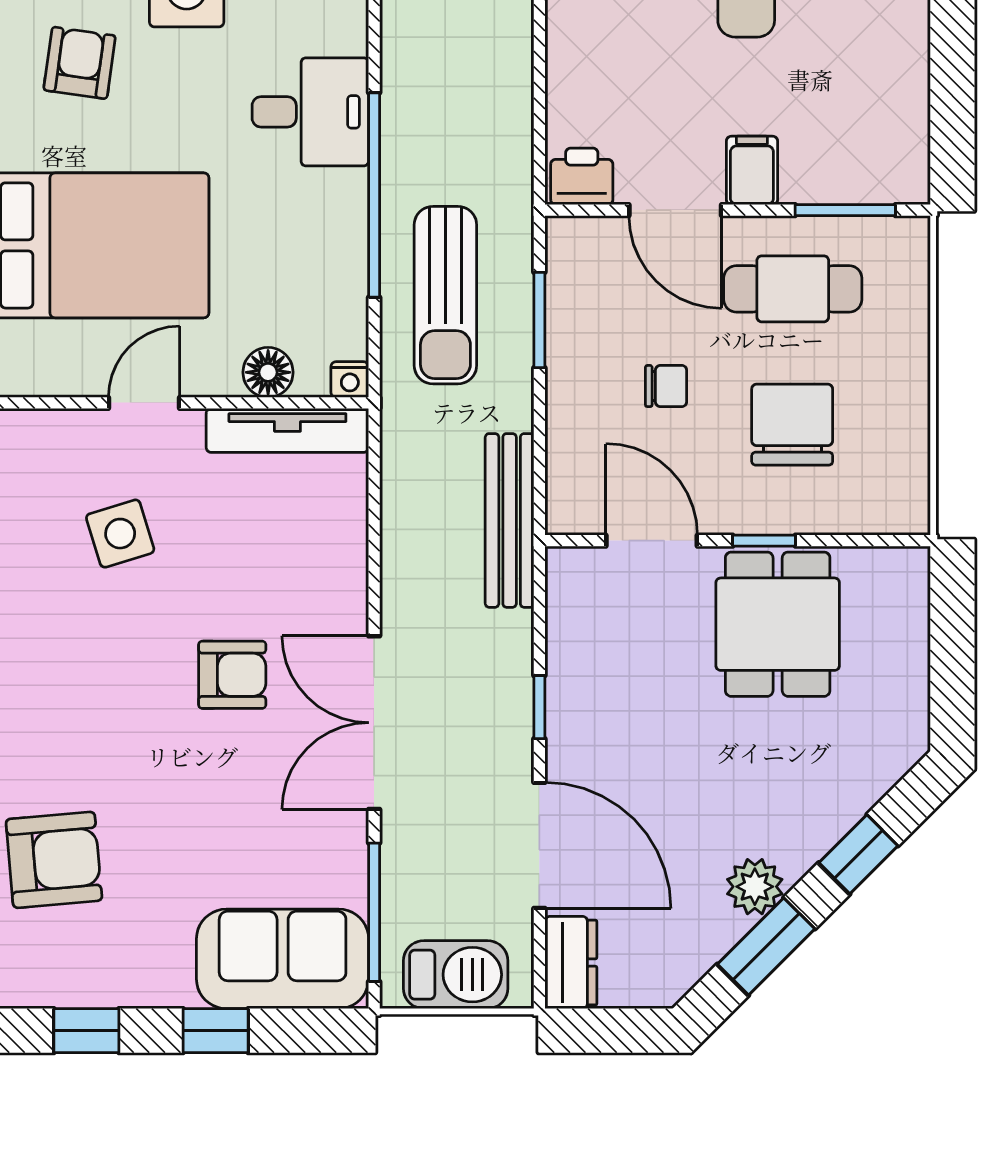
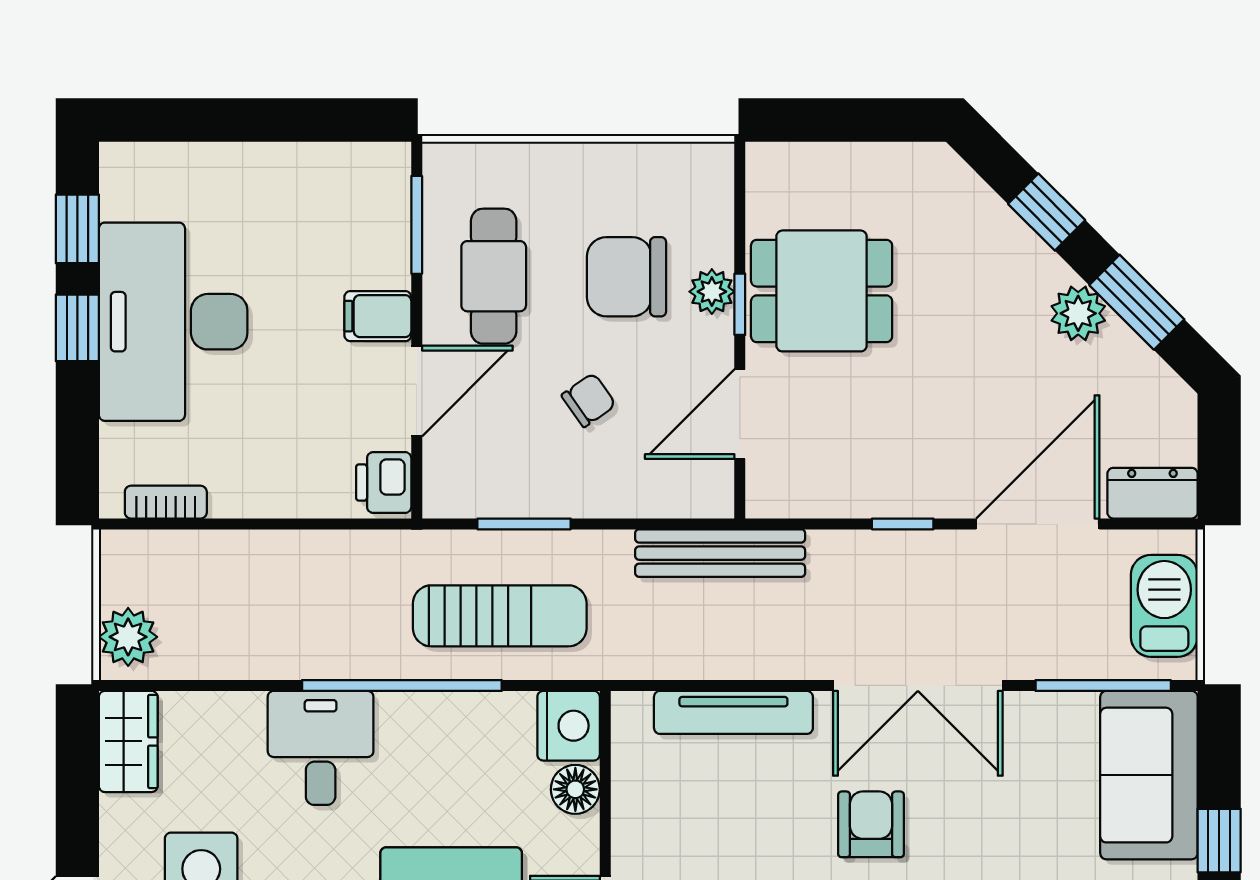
nightstand: (350, 380) -> (569, 726), width x1.89, depth x1.79
chair: (666, 386) -> (589, 400), turned 55
tv unit: (287, 430) -> (733, 712), moved, turned 90
plant: (777, 512) -> (712, 292), added

